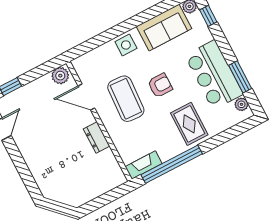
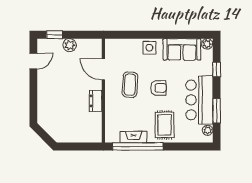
window: (208, 16) -> (217, 69), moved
plant: (60, 76) -> (70, 45), moved
coffee table: (126, 99) -> (130, 85), width x0.73, depth x0.76
fireplace: (144, 165) -> (134, 137), moved

